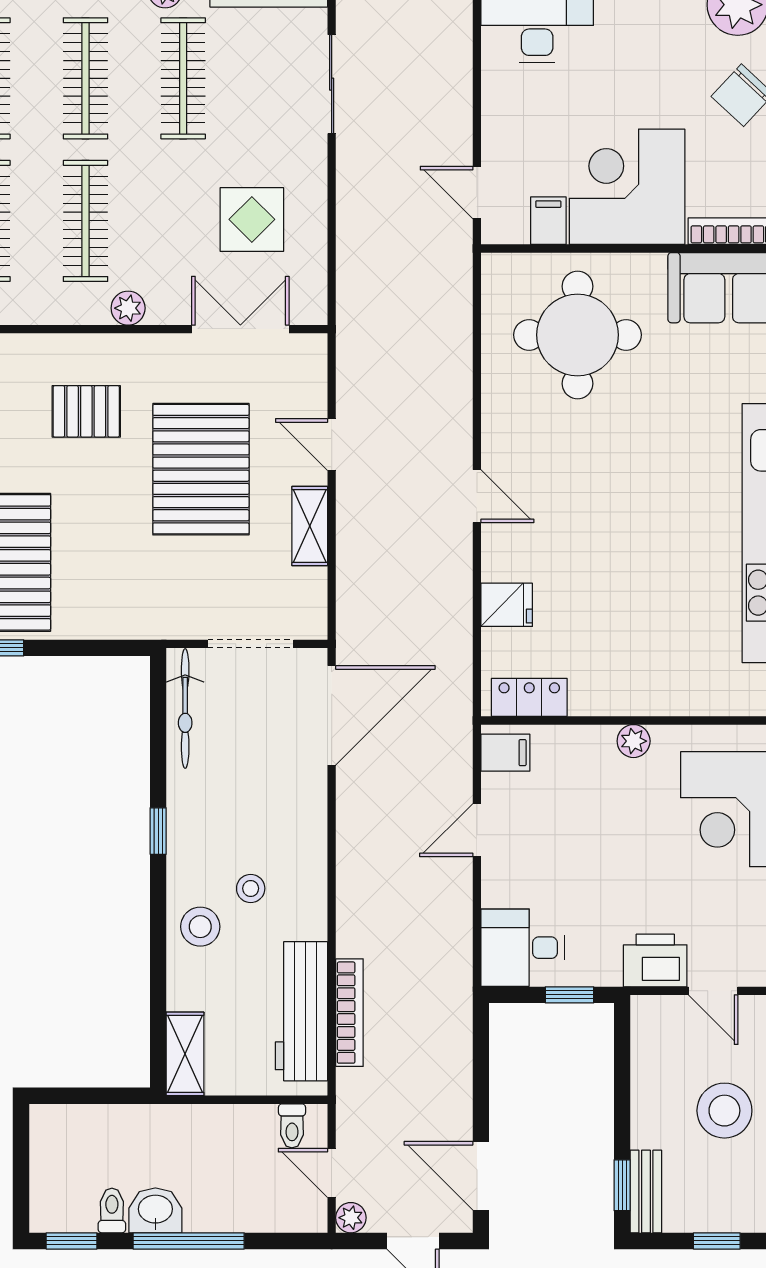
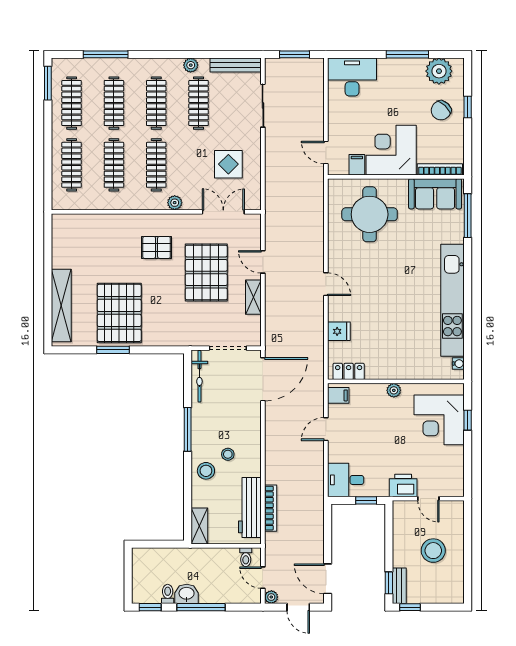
window: (158, 831) -> (188, 429), width x2.17
window: (717, 1241) -> (410, 607), moved

